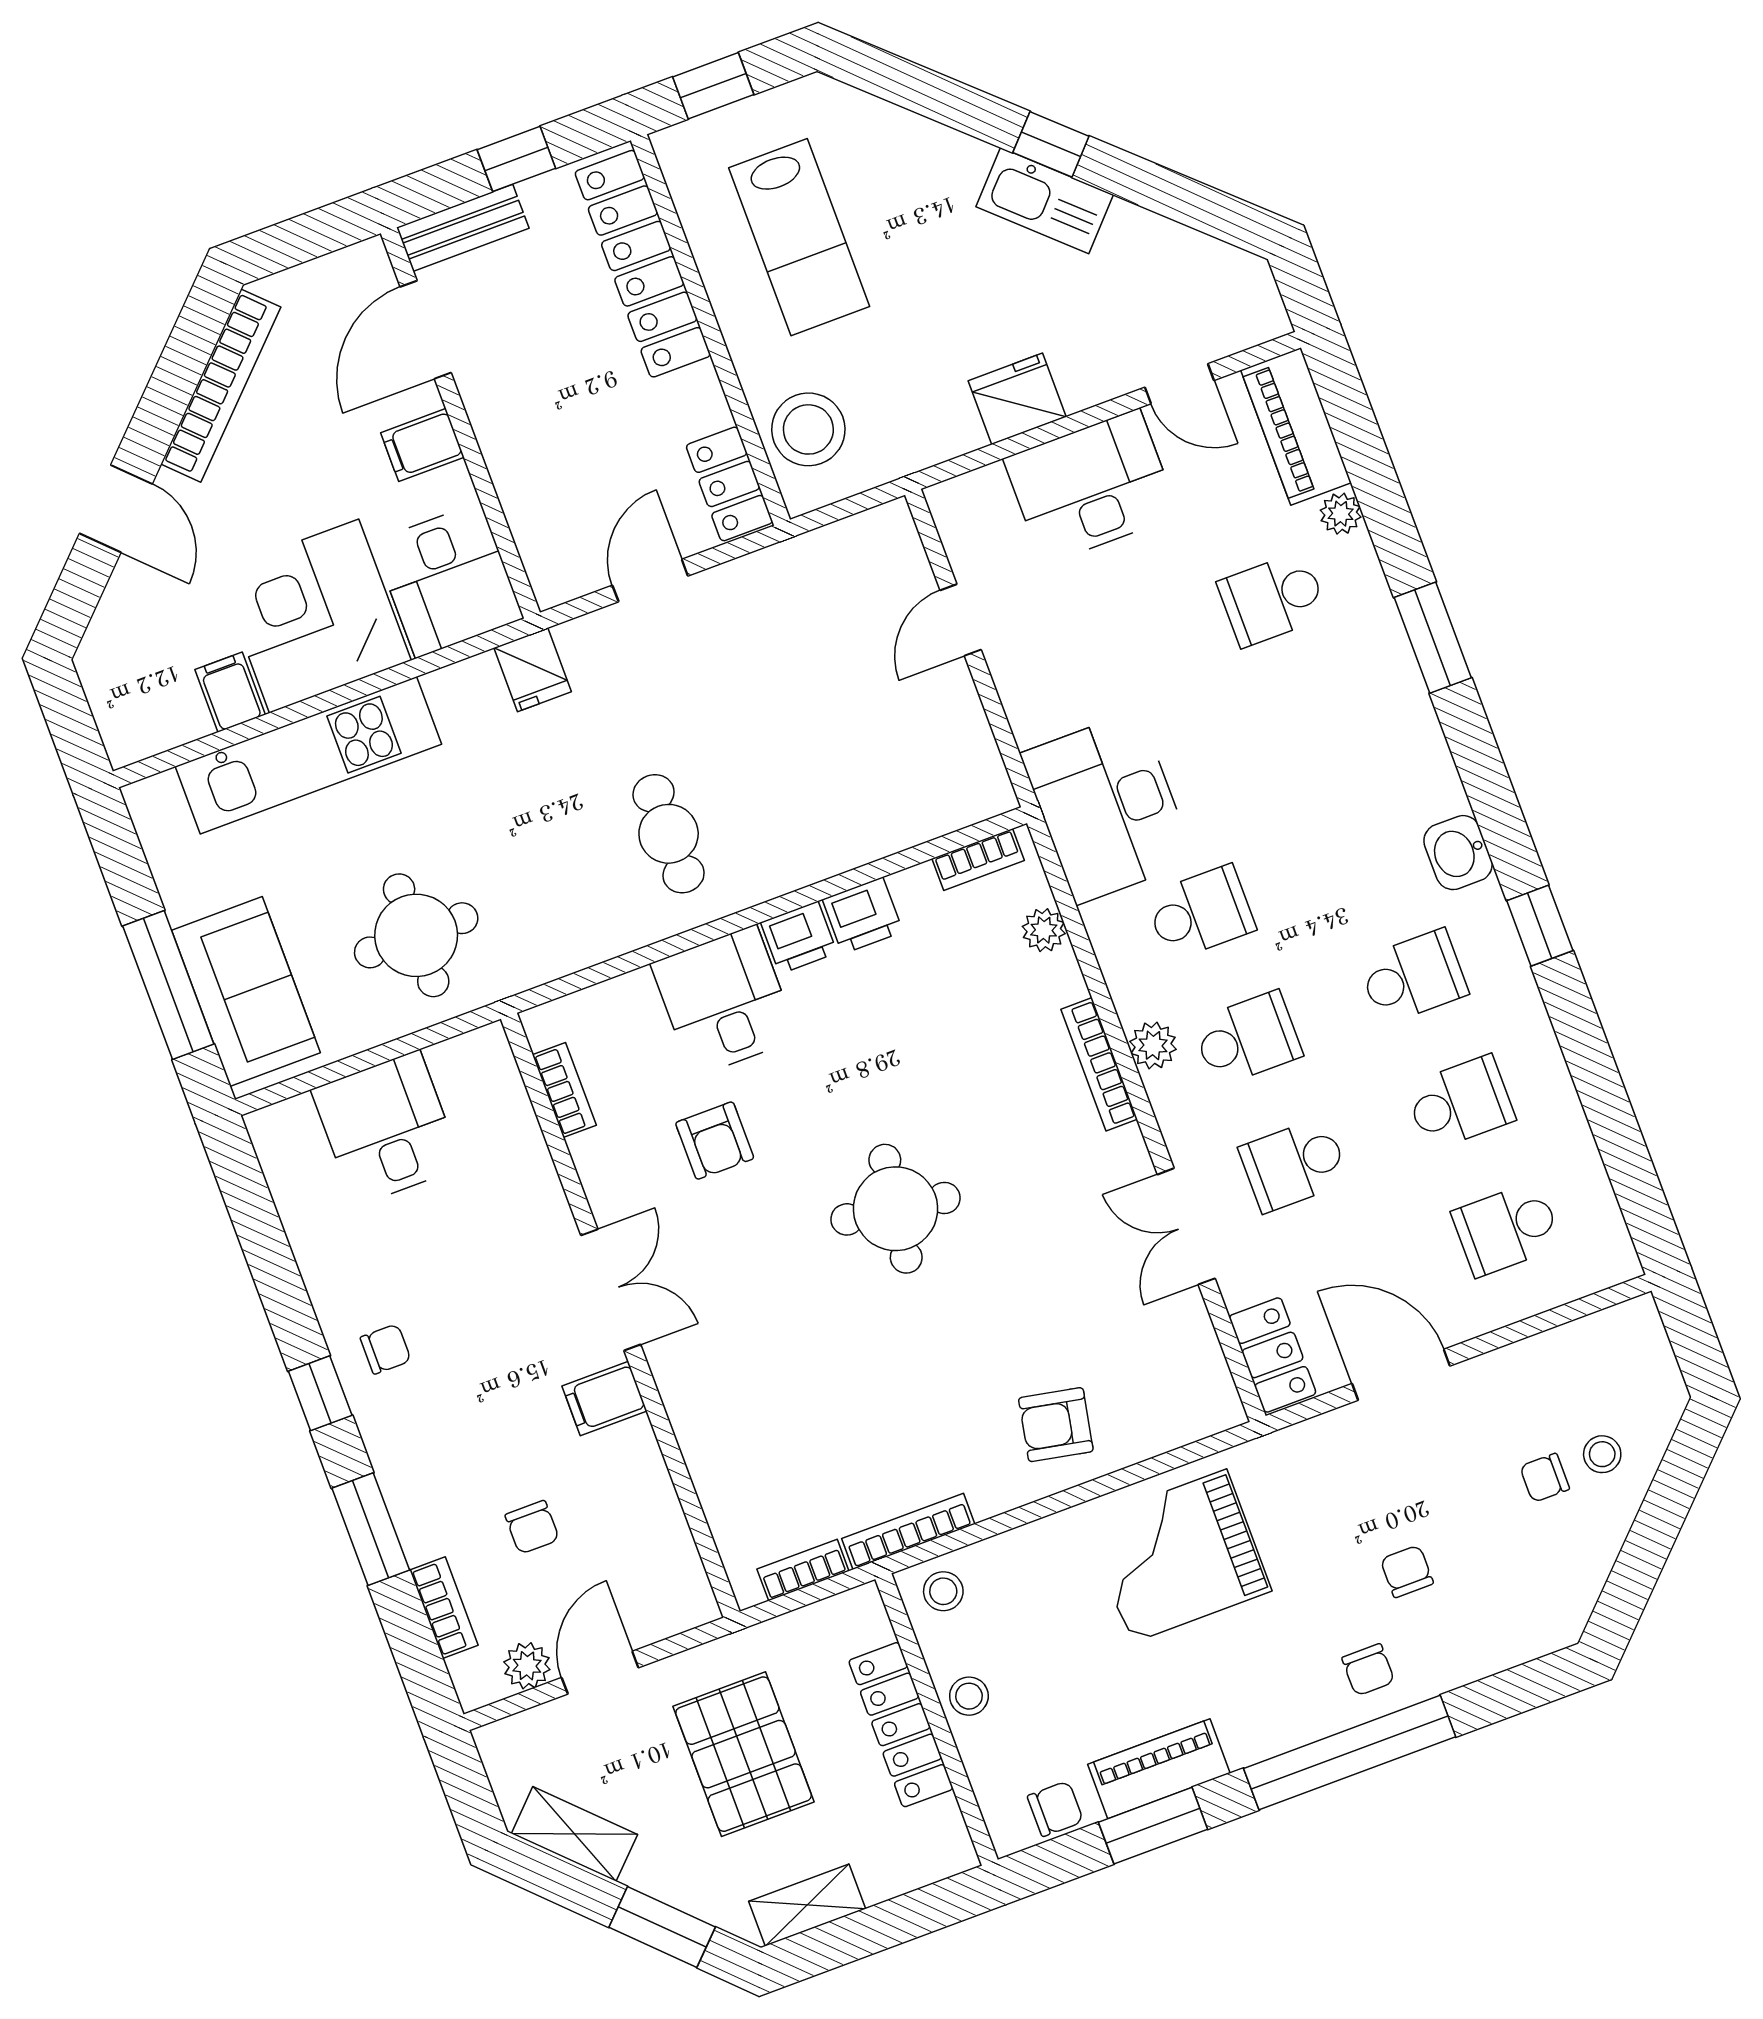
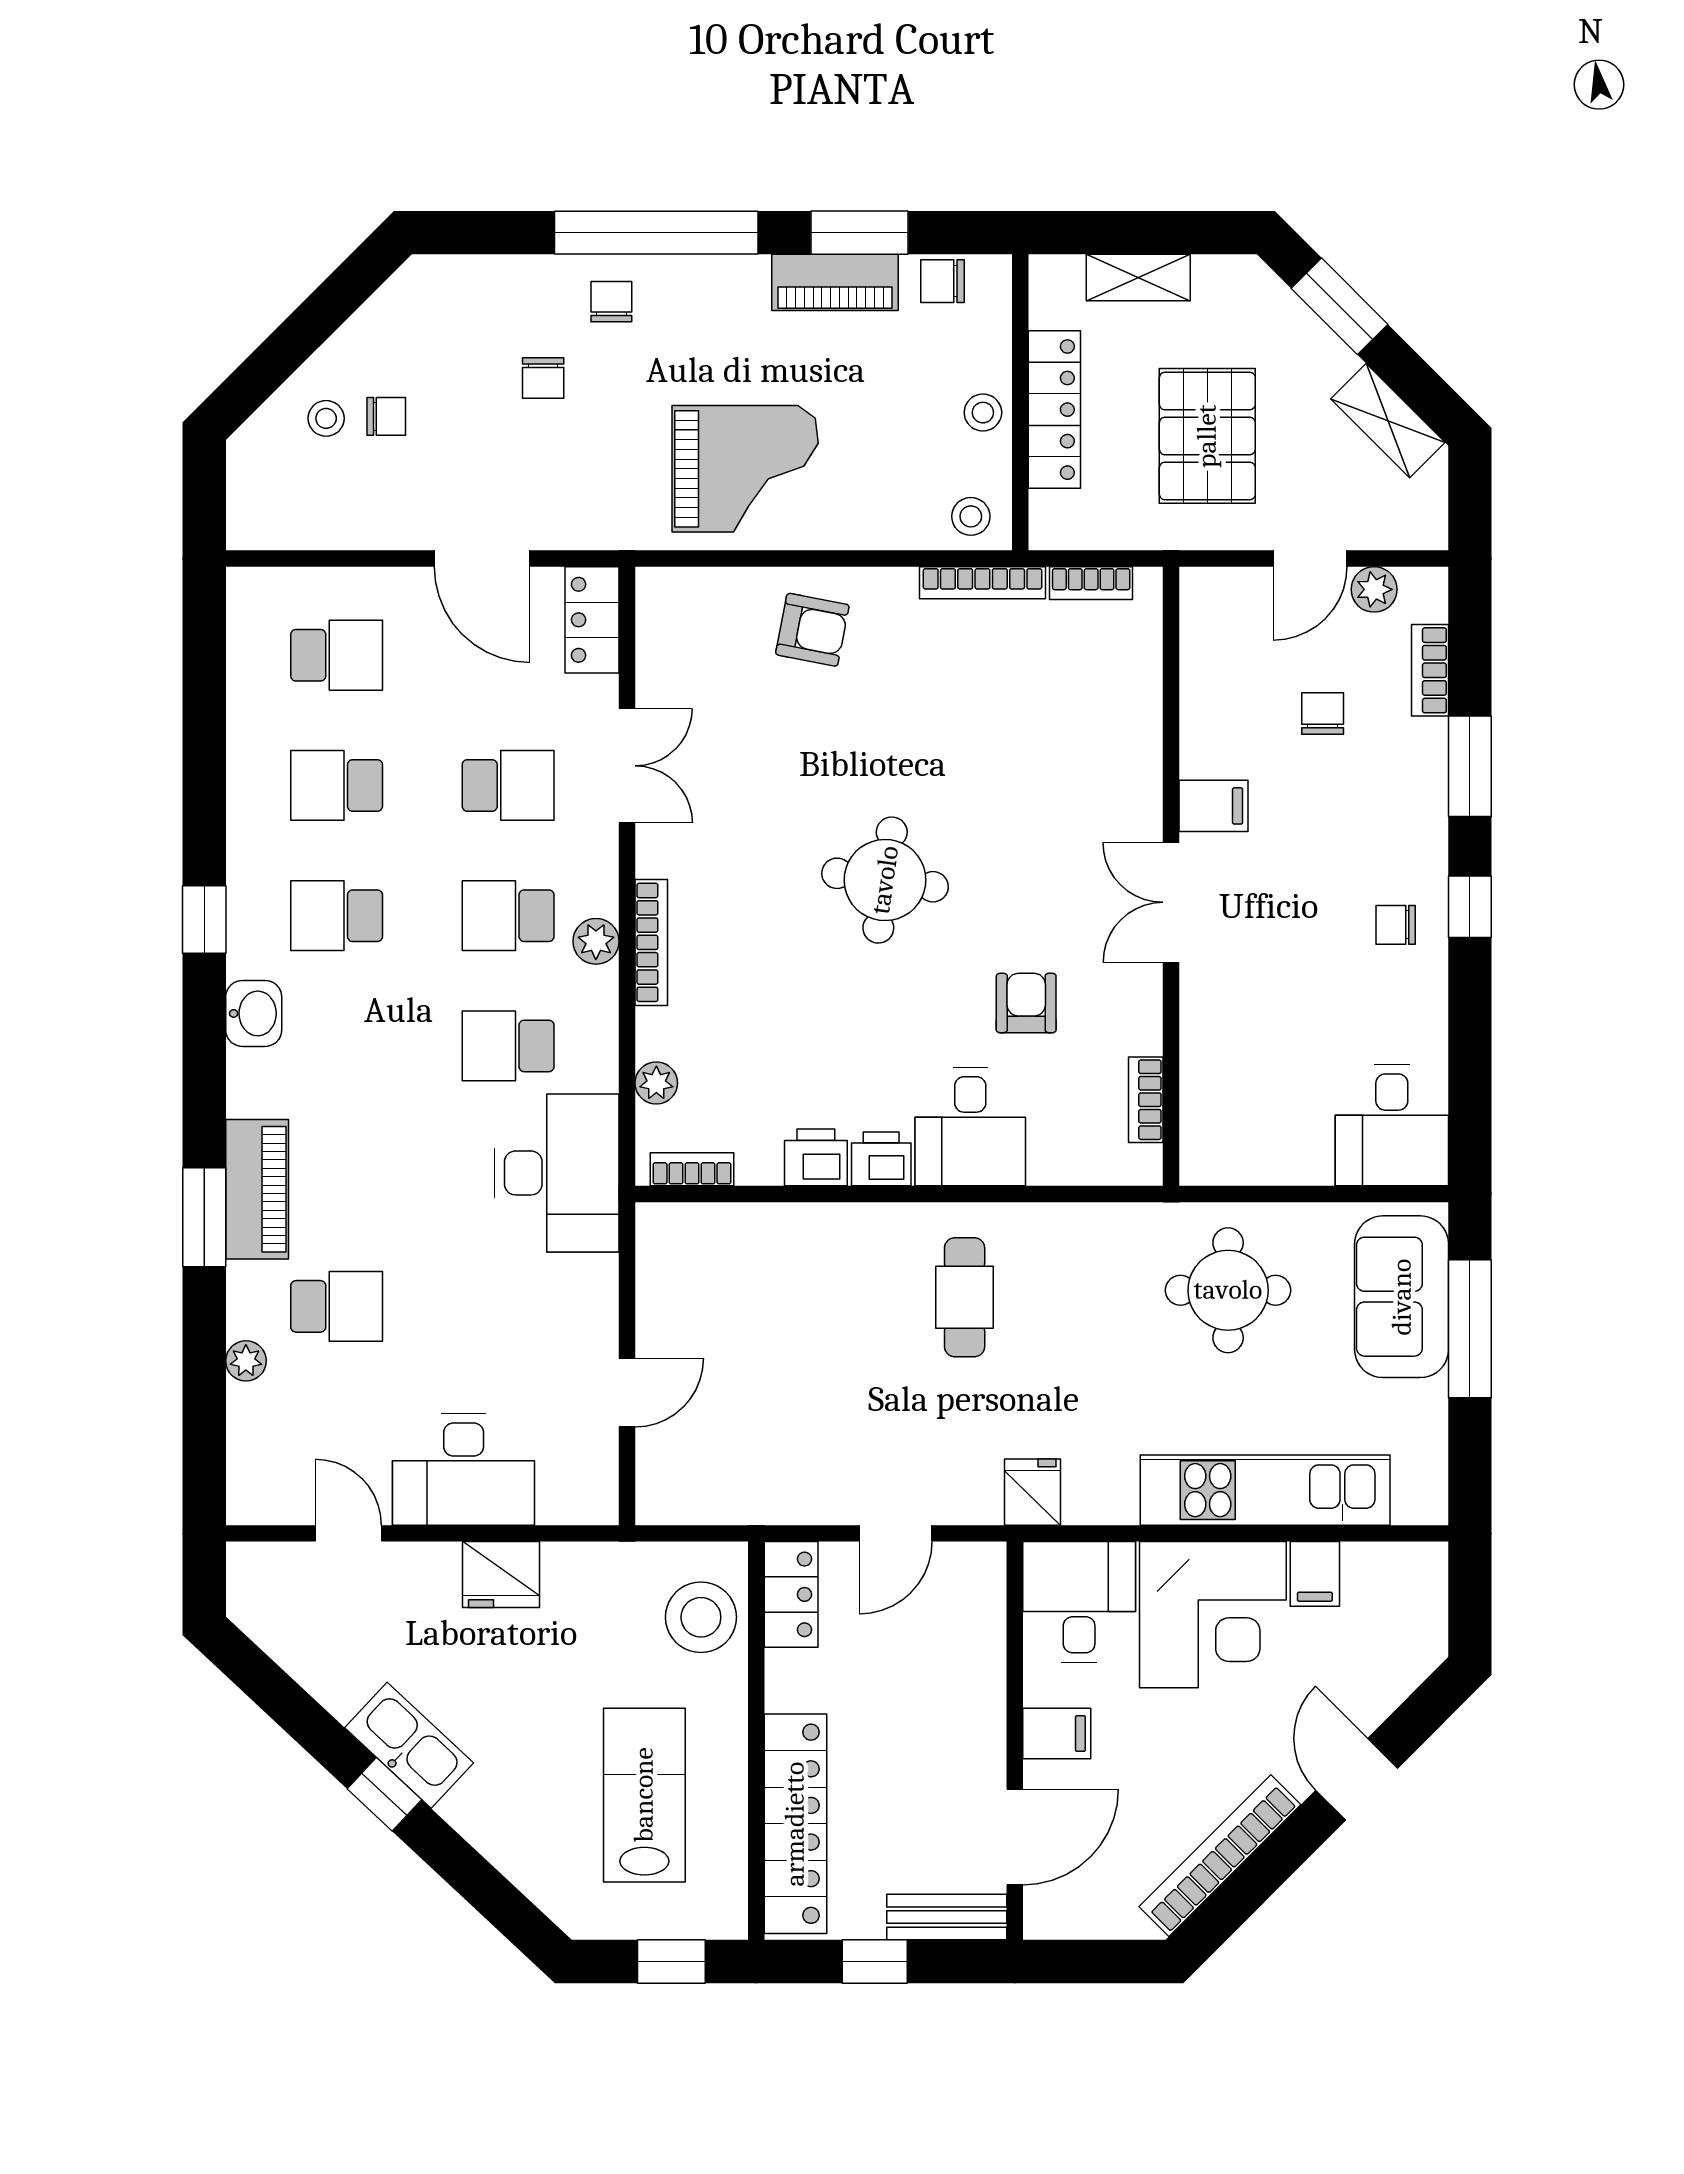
piano: (1296, 426) -> (257, 1189), moved
desk: (387, 1128) -> (1392, 1125), moved
shelving: (807, 1905) -> (1138, 277), moved

